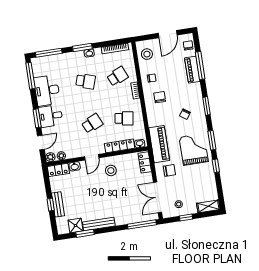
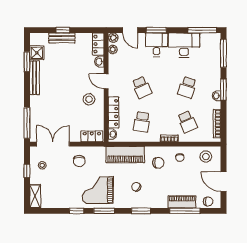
piano: (159, 144) -> (125, 155), moved
grand piano: (194, 149) -> (98, 190), turned 180

